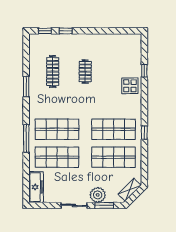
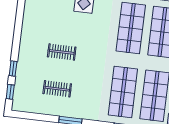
clothes rail: (53, 72) -> (57, 89), width x0.73

